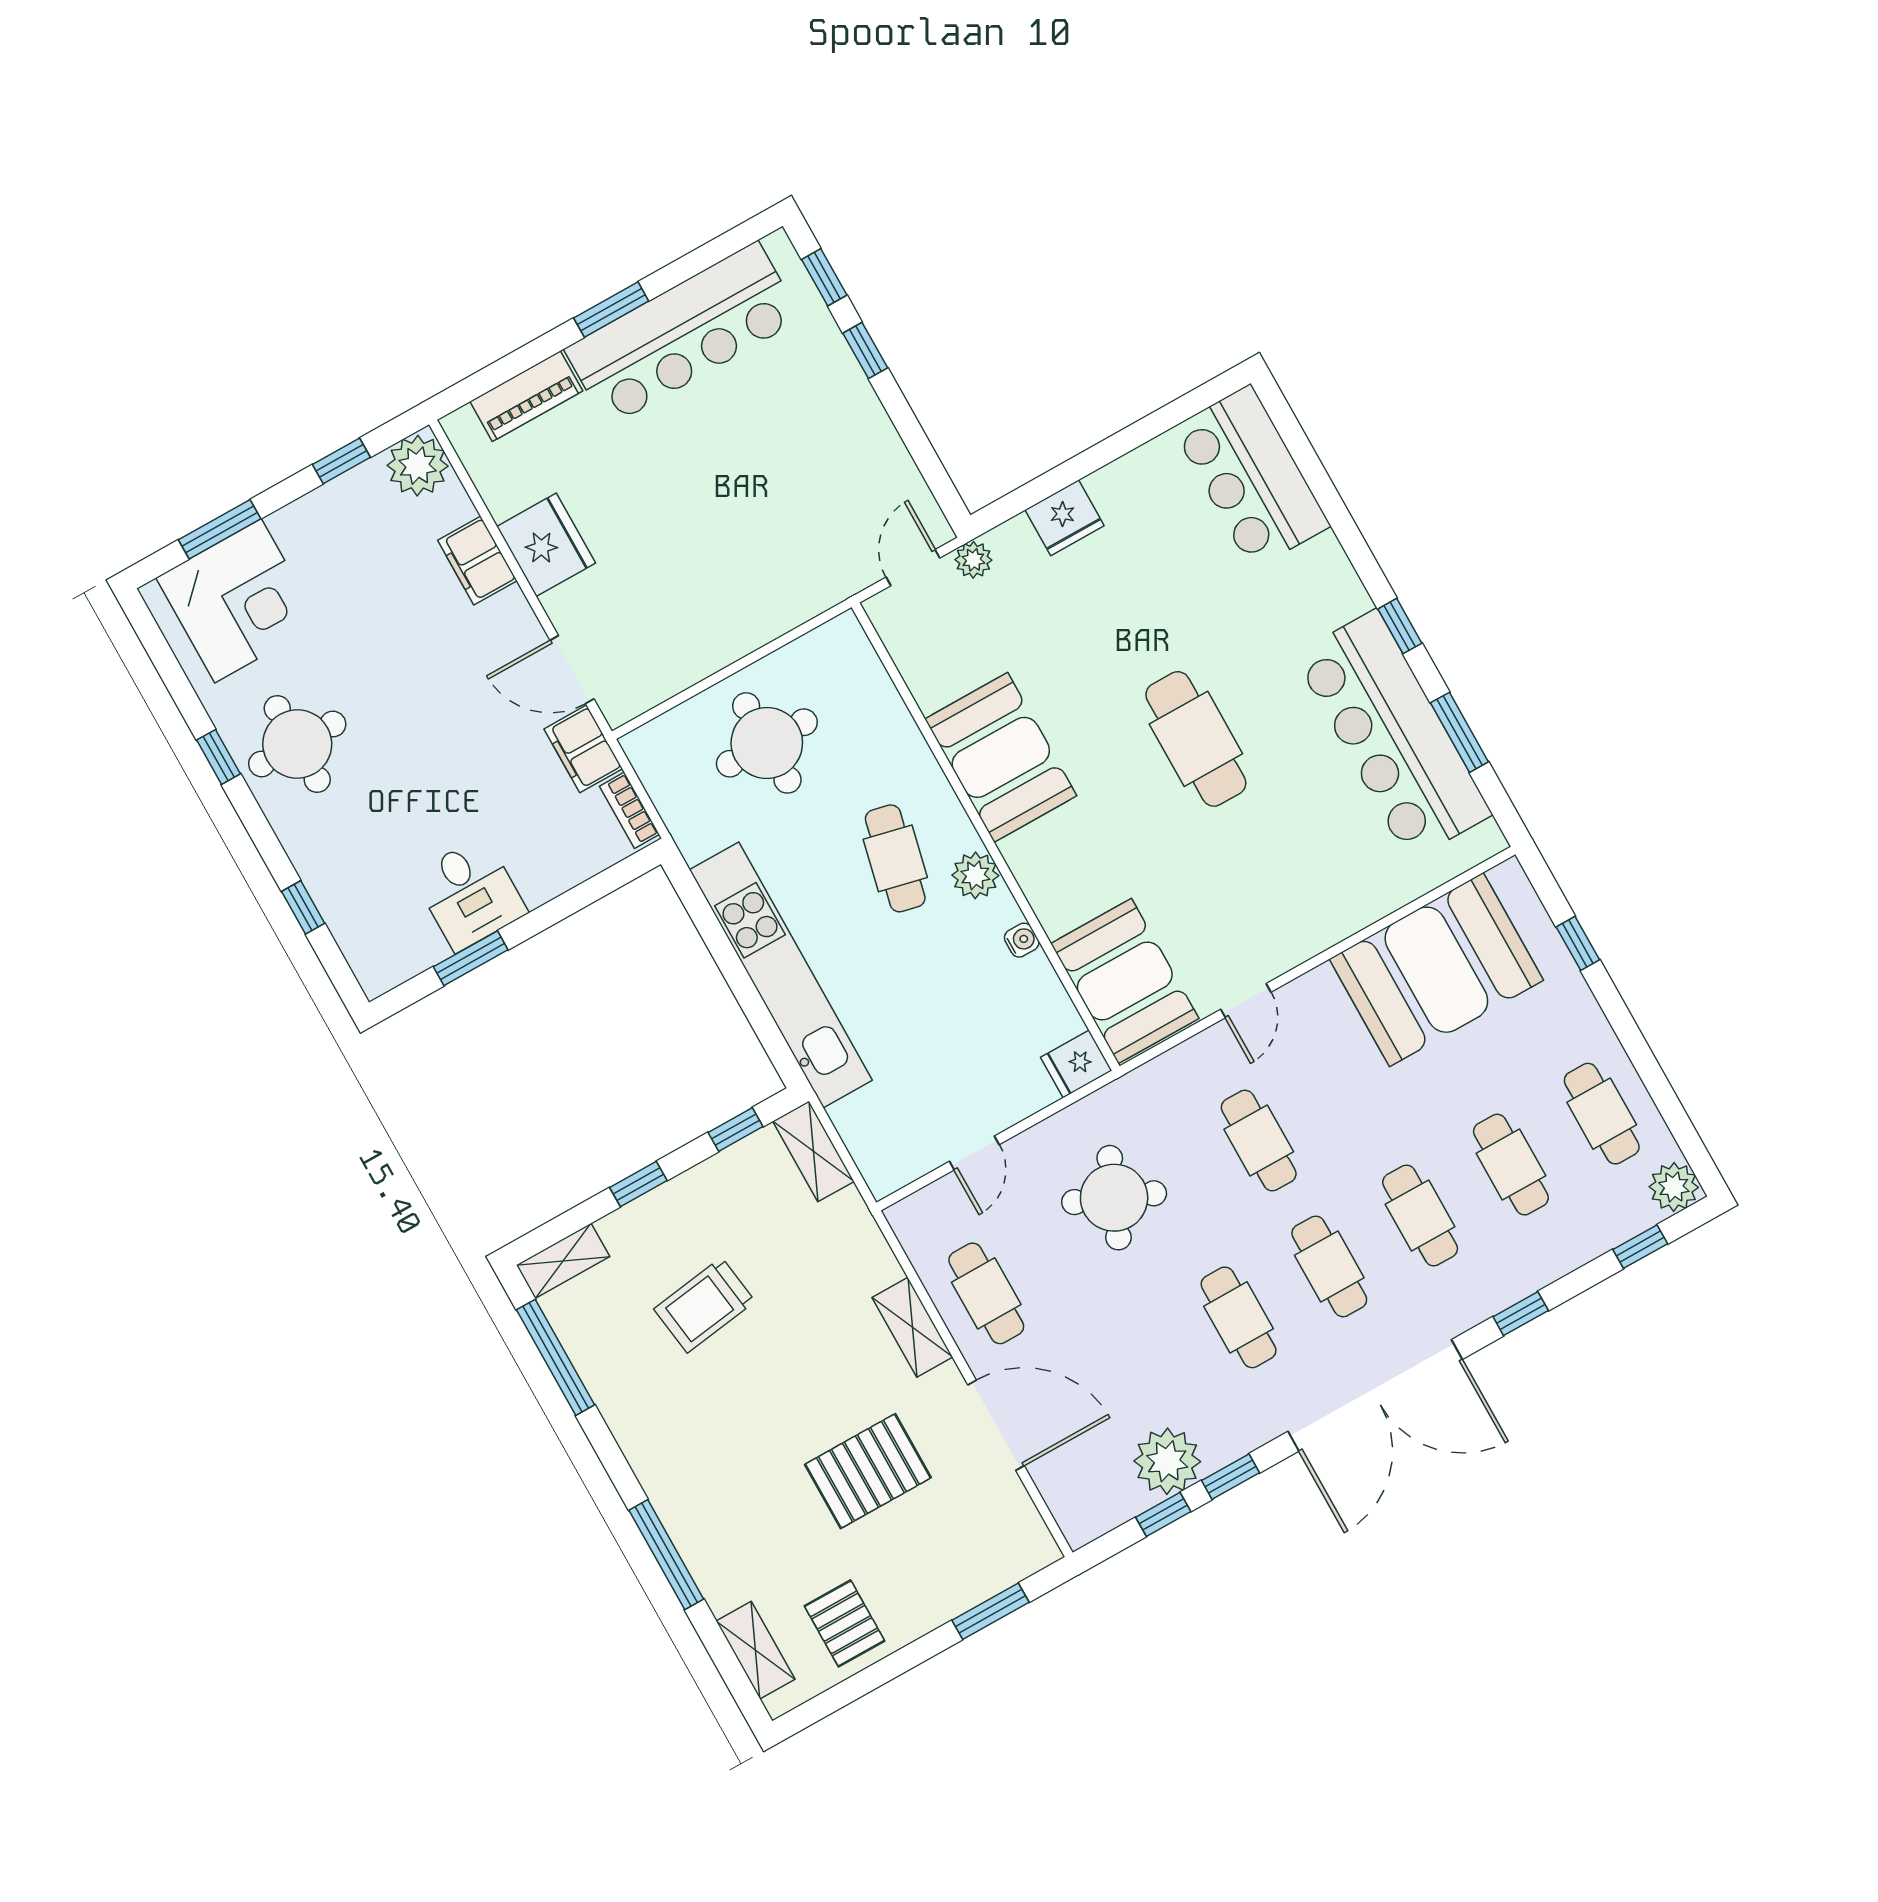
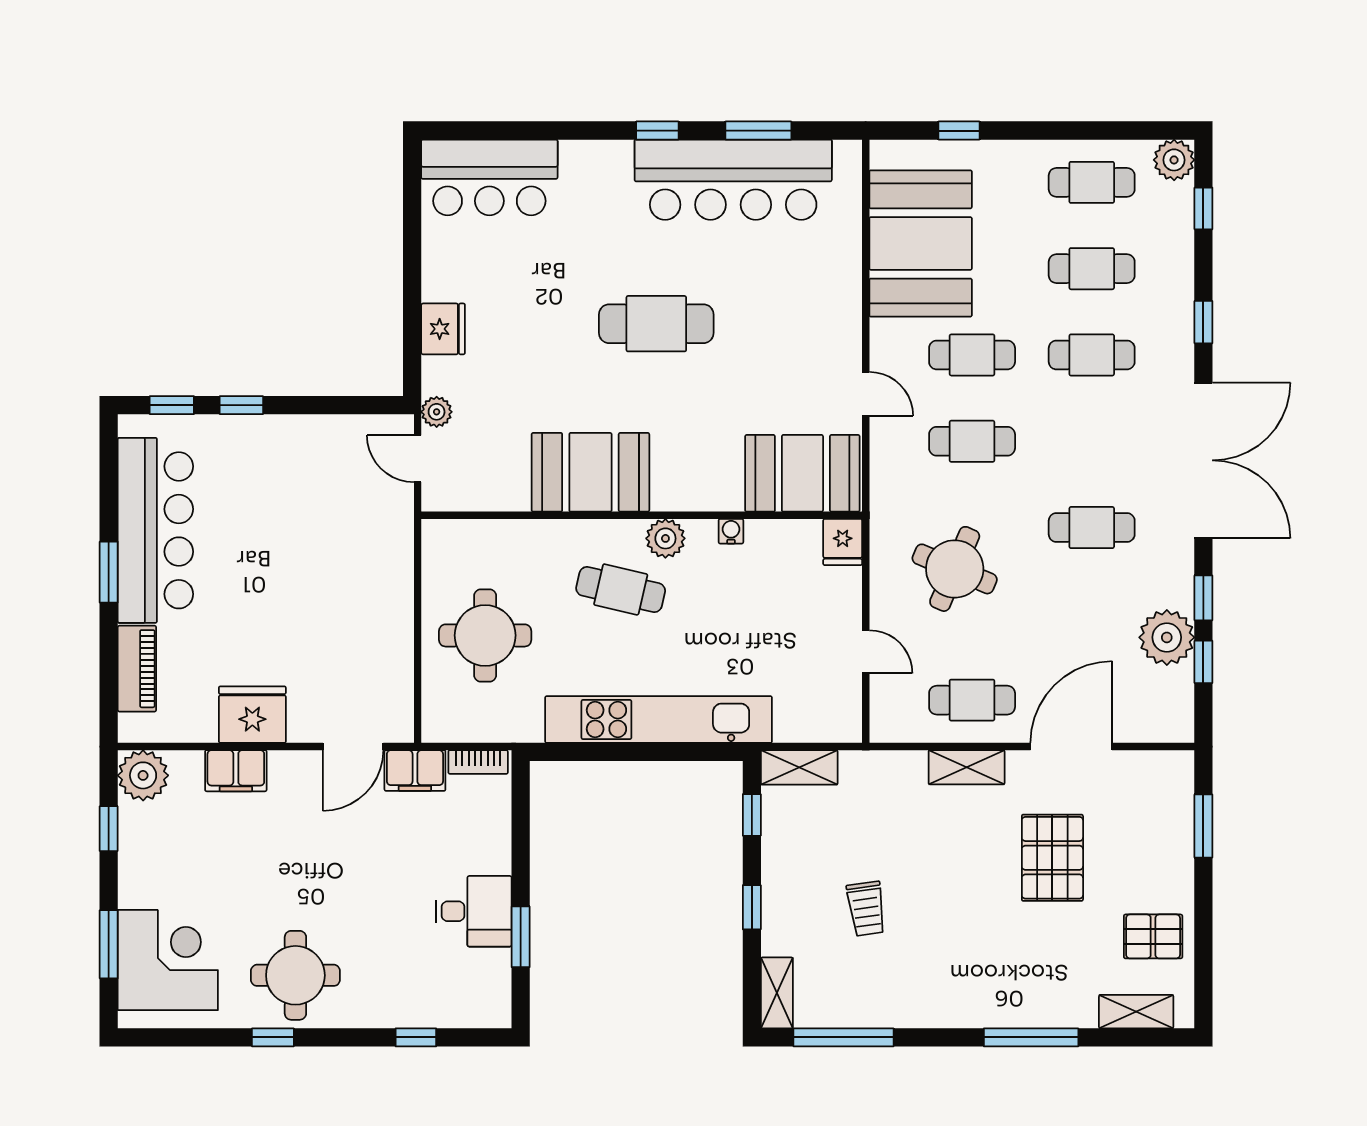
cafe table: (1329, 1266) -> (972, 355), moved
trolley: (704, 1305) -> (866, 909), width x0.73, depth x0.72

